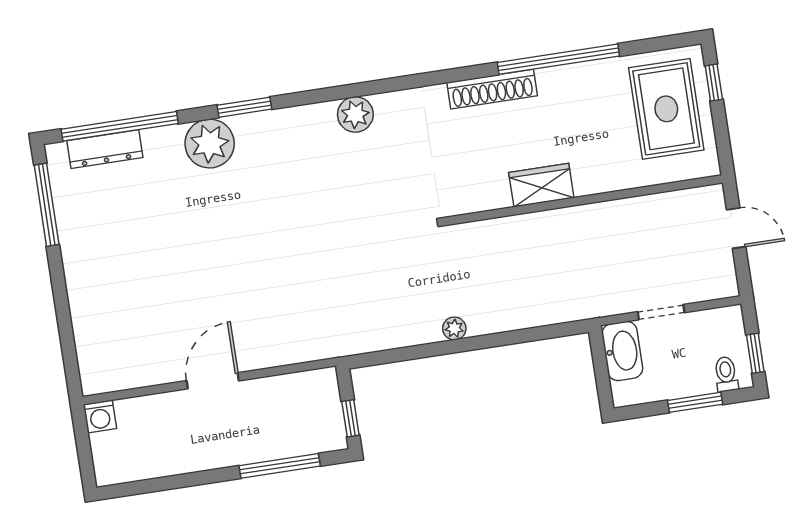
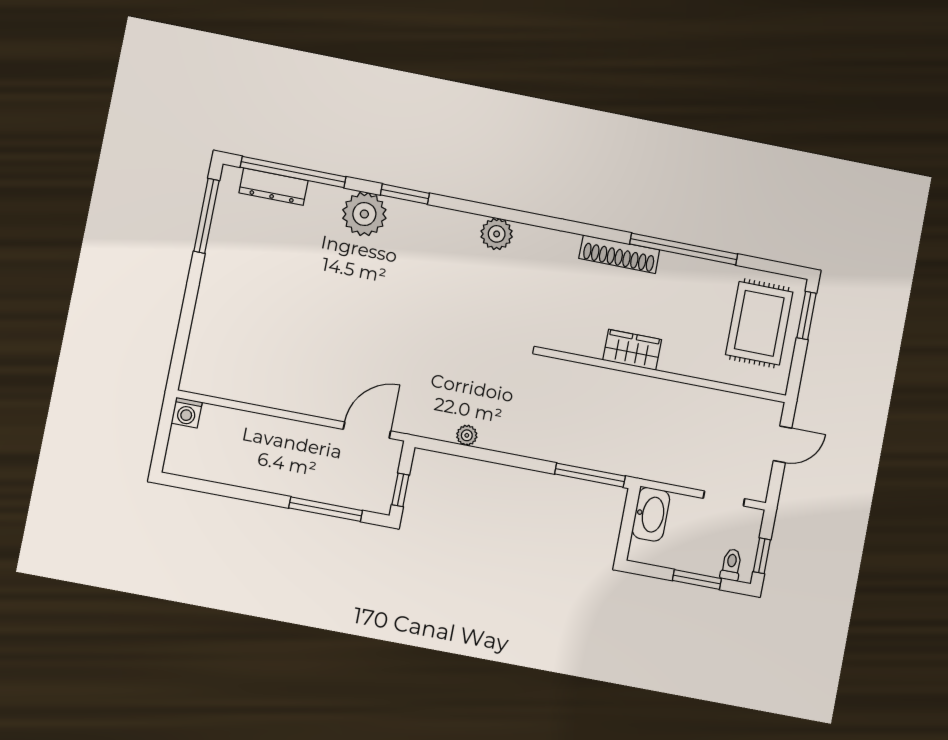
window: (714, 83) -> (807, 316), width x1.50
door: (736, 228) -> (783, 444), hinge flipped
doorway: (661, 312) -> (724, 498), moved
plant: (454, 328) -> (467, 435), moved
window: (543, 333) -> (590, 475), added
door: (213, 381) -> (367, 430), moved

